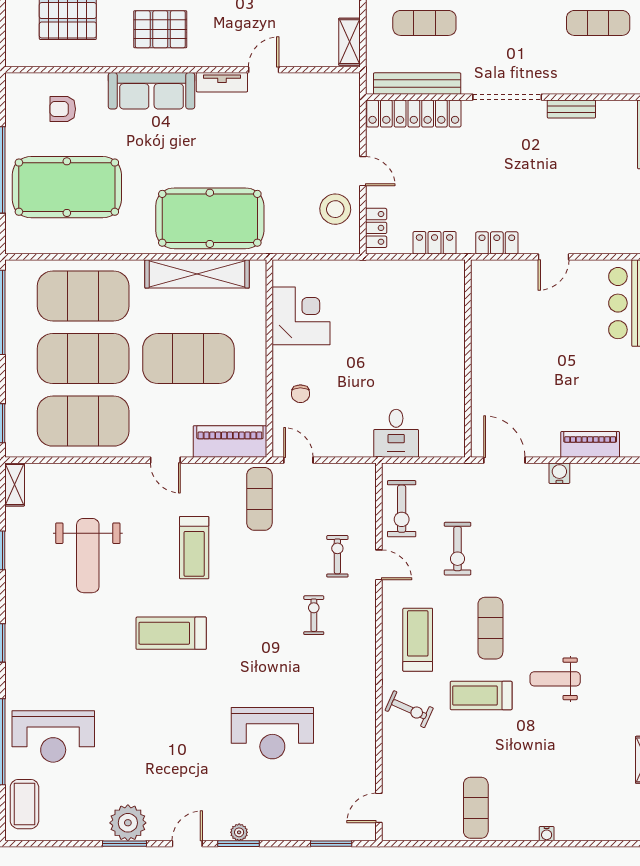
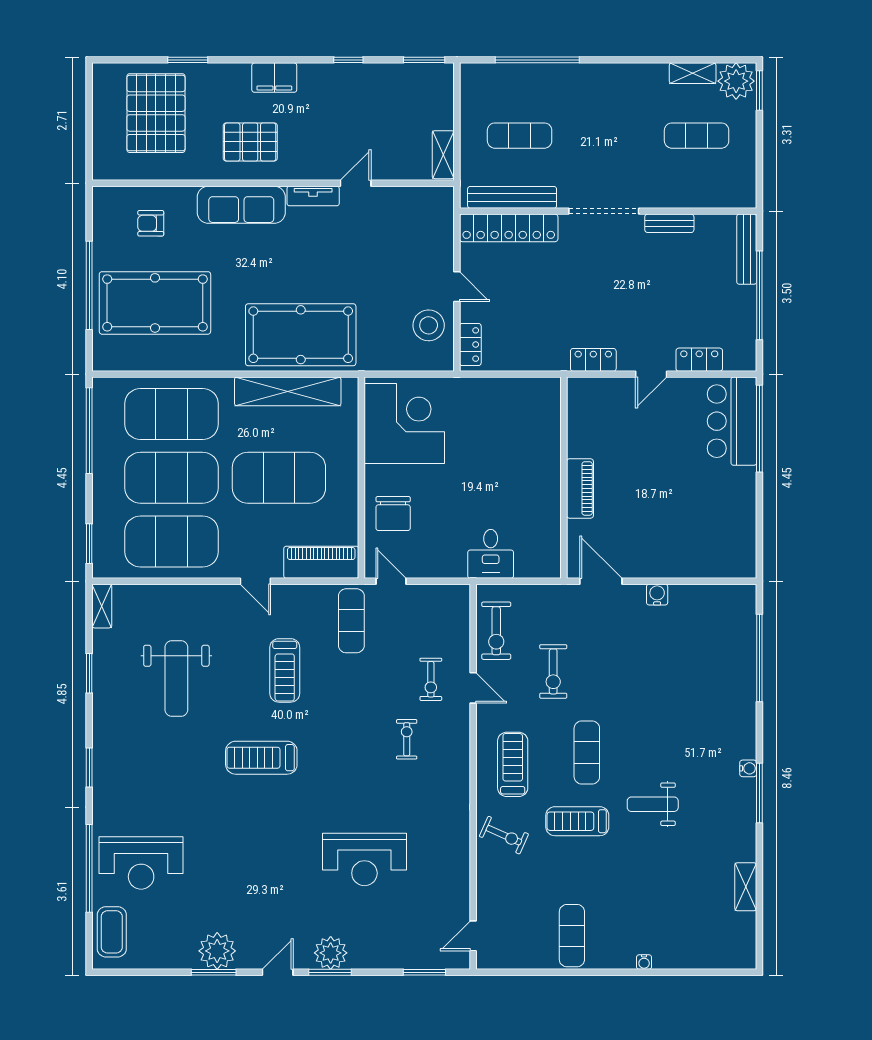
locker: (435, 243) -> (699, 360), moved
corner desk: (301, 316) -> (404, 424), width x1.36, depth x1.36
chair: (300, 394) -> (393, 514), width x1.87, depth x1.87
piano: (590, 444) -> (580, 488), moved, turned 90
exercise bike: (337, 556) -> (431, 679), turned 180
plant: (239, 832) -> (331, 953), width x1.88, depth x1.88

